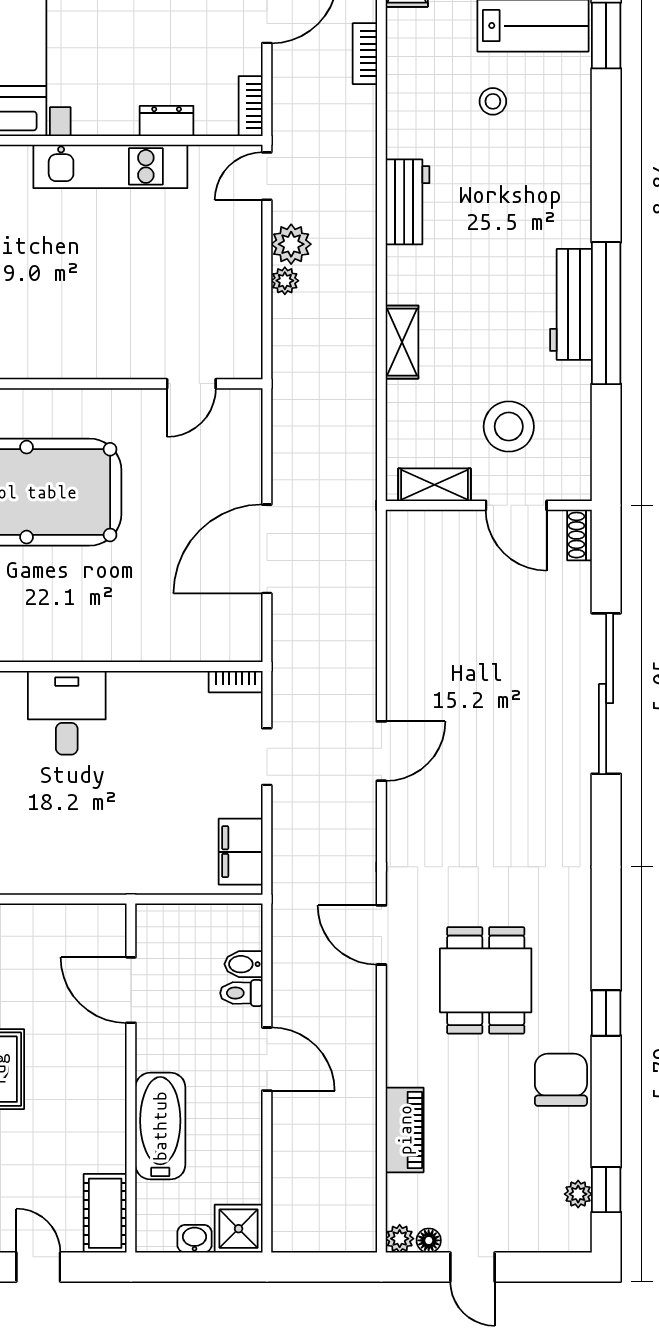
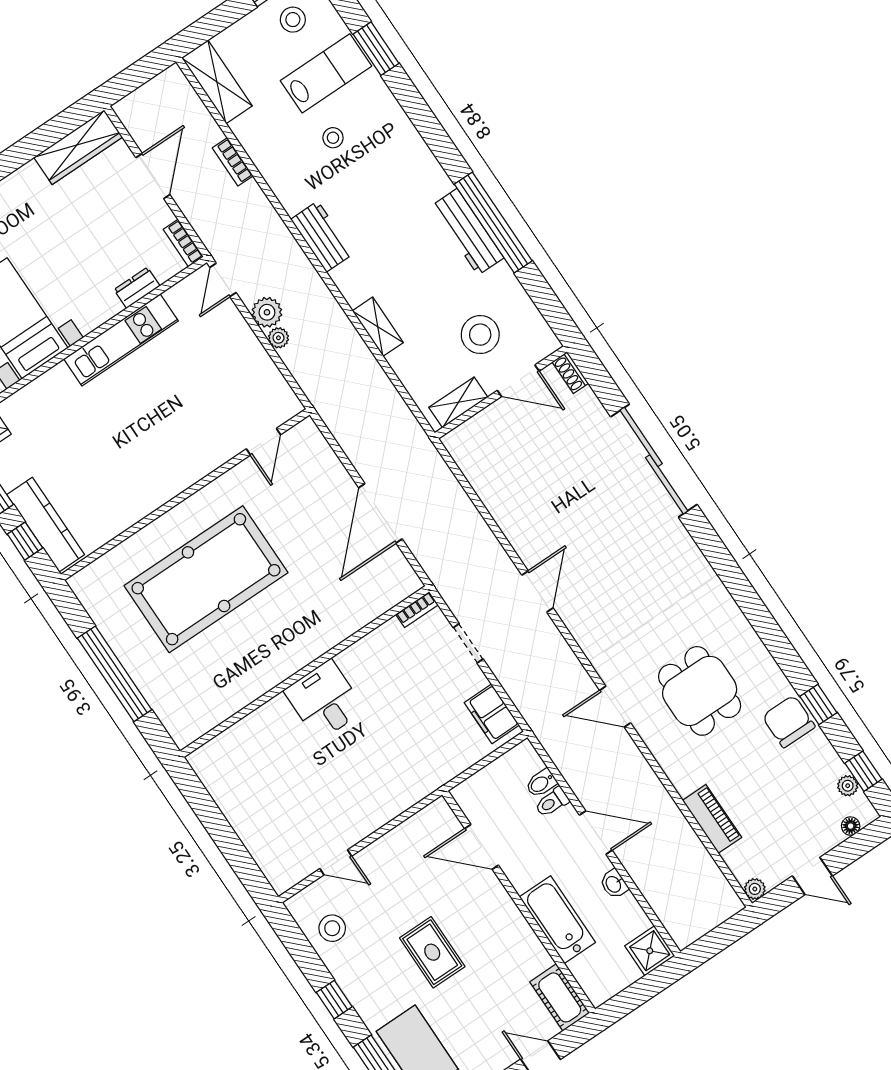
window: (606, 1013) -> (818, 705), moved
washbasin: (195, 1239) -> (614, 884), moved, turned -90
floor lamp: (429, 1240) -> (851, 826), moved

